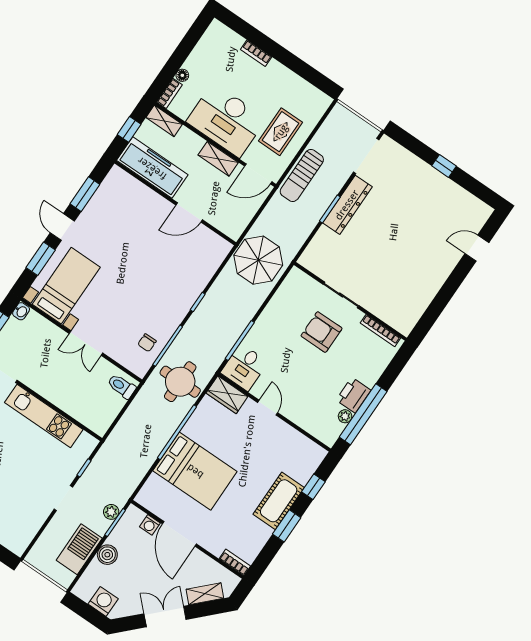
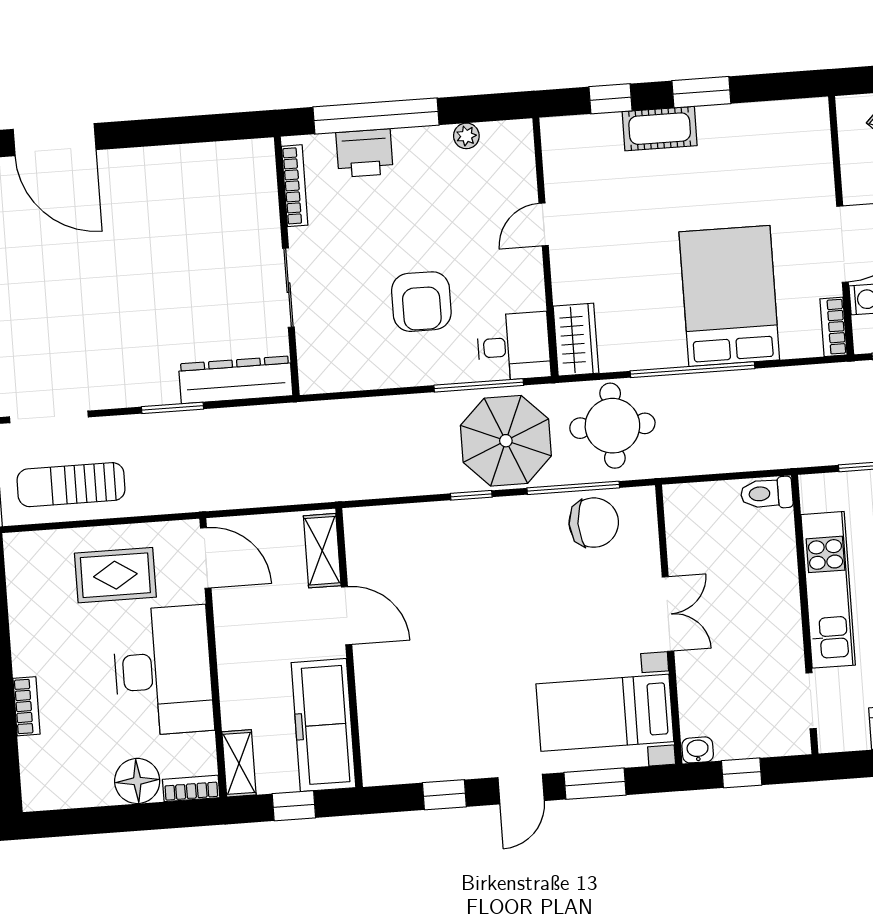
floor lamp: (182, 75) -> (137, 781), width x1.89, depth x1.89
shelving: (218, 159) -> (322, 551), moved
sun lounger: (302, 175) -> (71, 485), moved, turned 180
window: (85, 194) -> (444, 795), width x0.67
dresser: (347, 205) -> (236, 380), moved
door: (477, 248) -> (55, 140), width x1.88
parasol: (258, 260) -> (506, 441), moved
armchair: (322, 332) -> (421, 302), moved
chair: (147, 343) -> (594, 523), width x1.87, depth x1.87
toilet: (122, 386) -> (767, 493), moved, turned 90
printer: (353, 395) -> (365, 153), moved
door: (268, 408) -> (544, 224), moved
window: (363, 414) -> (376, 116), moved
cot: (279, 501) -> (660, 129), width x0.73, depth x0.75
bookcase: (235, 562) -> (834, 327), moved

